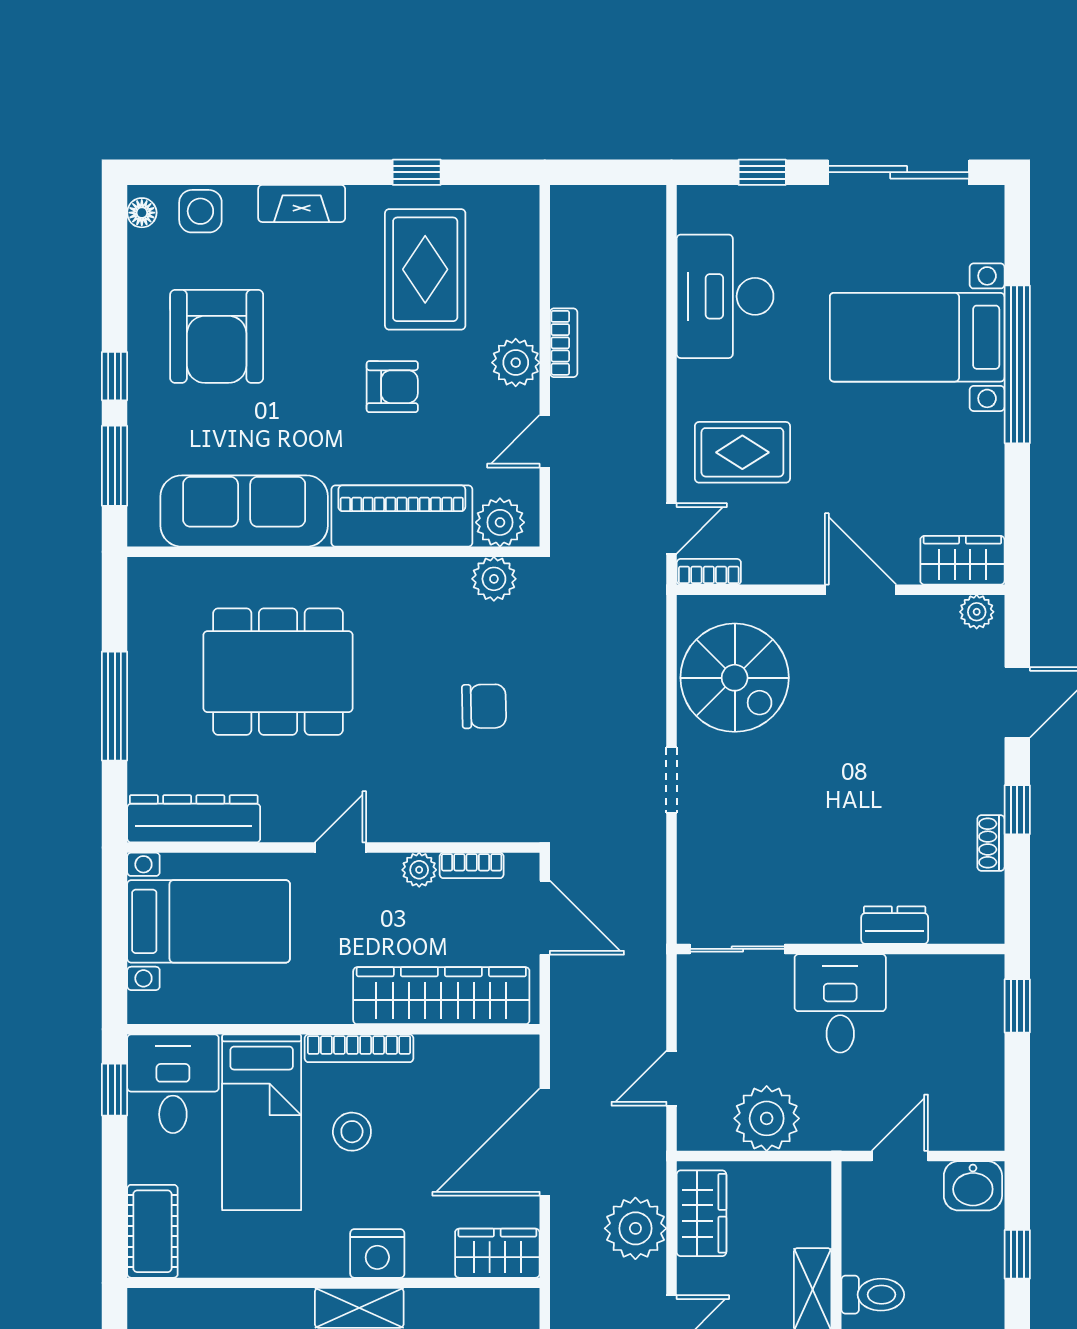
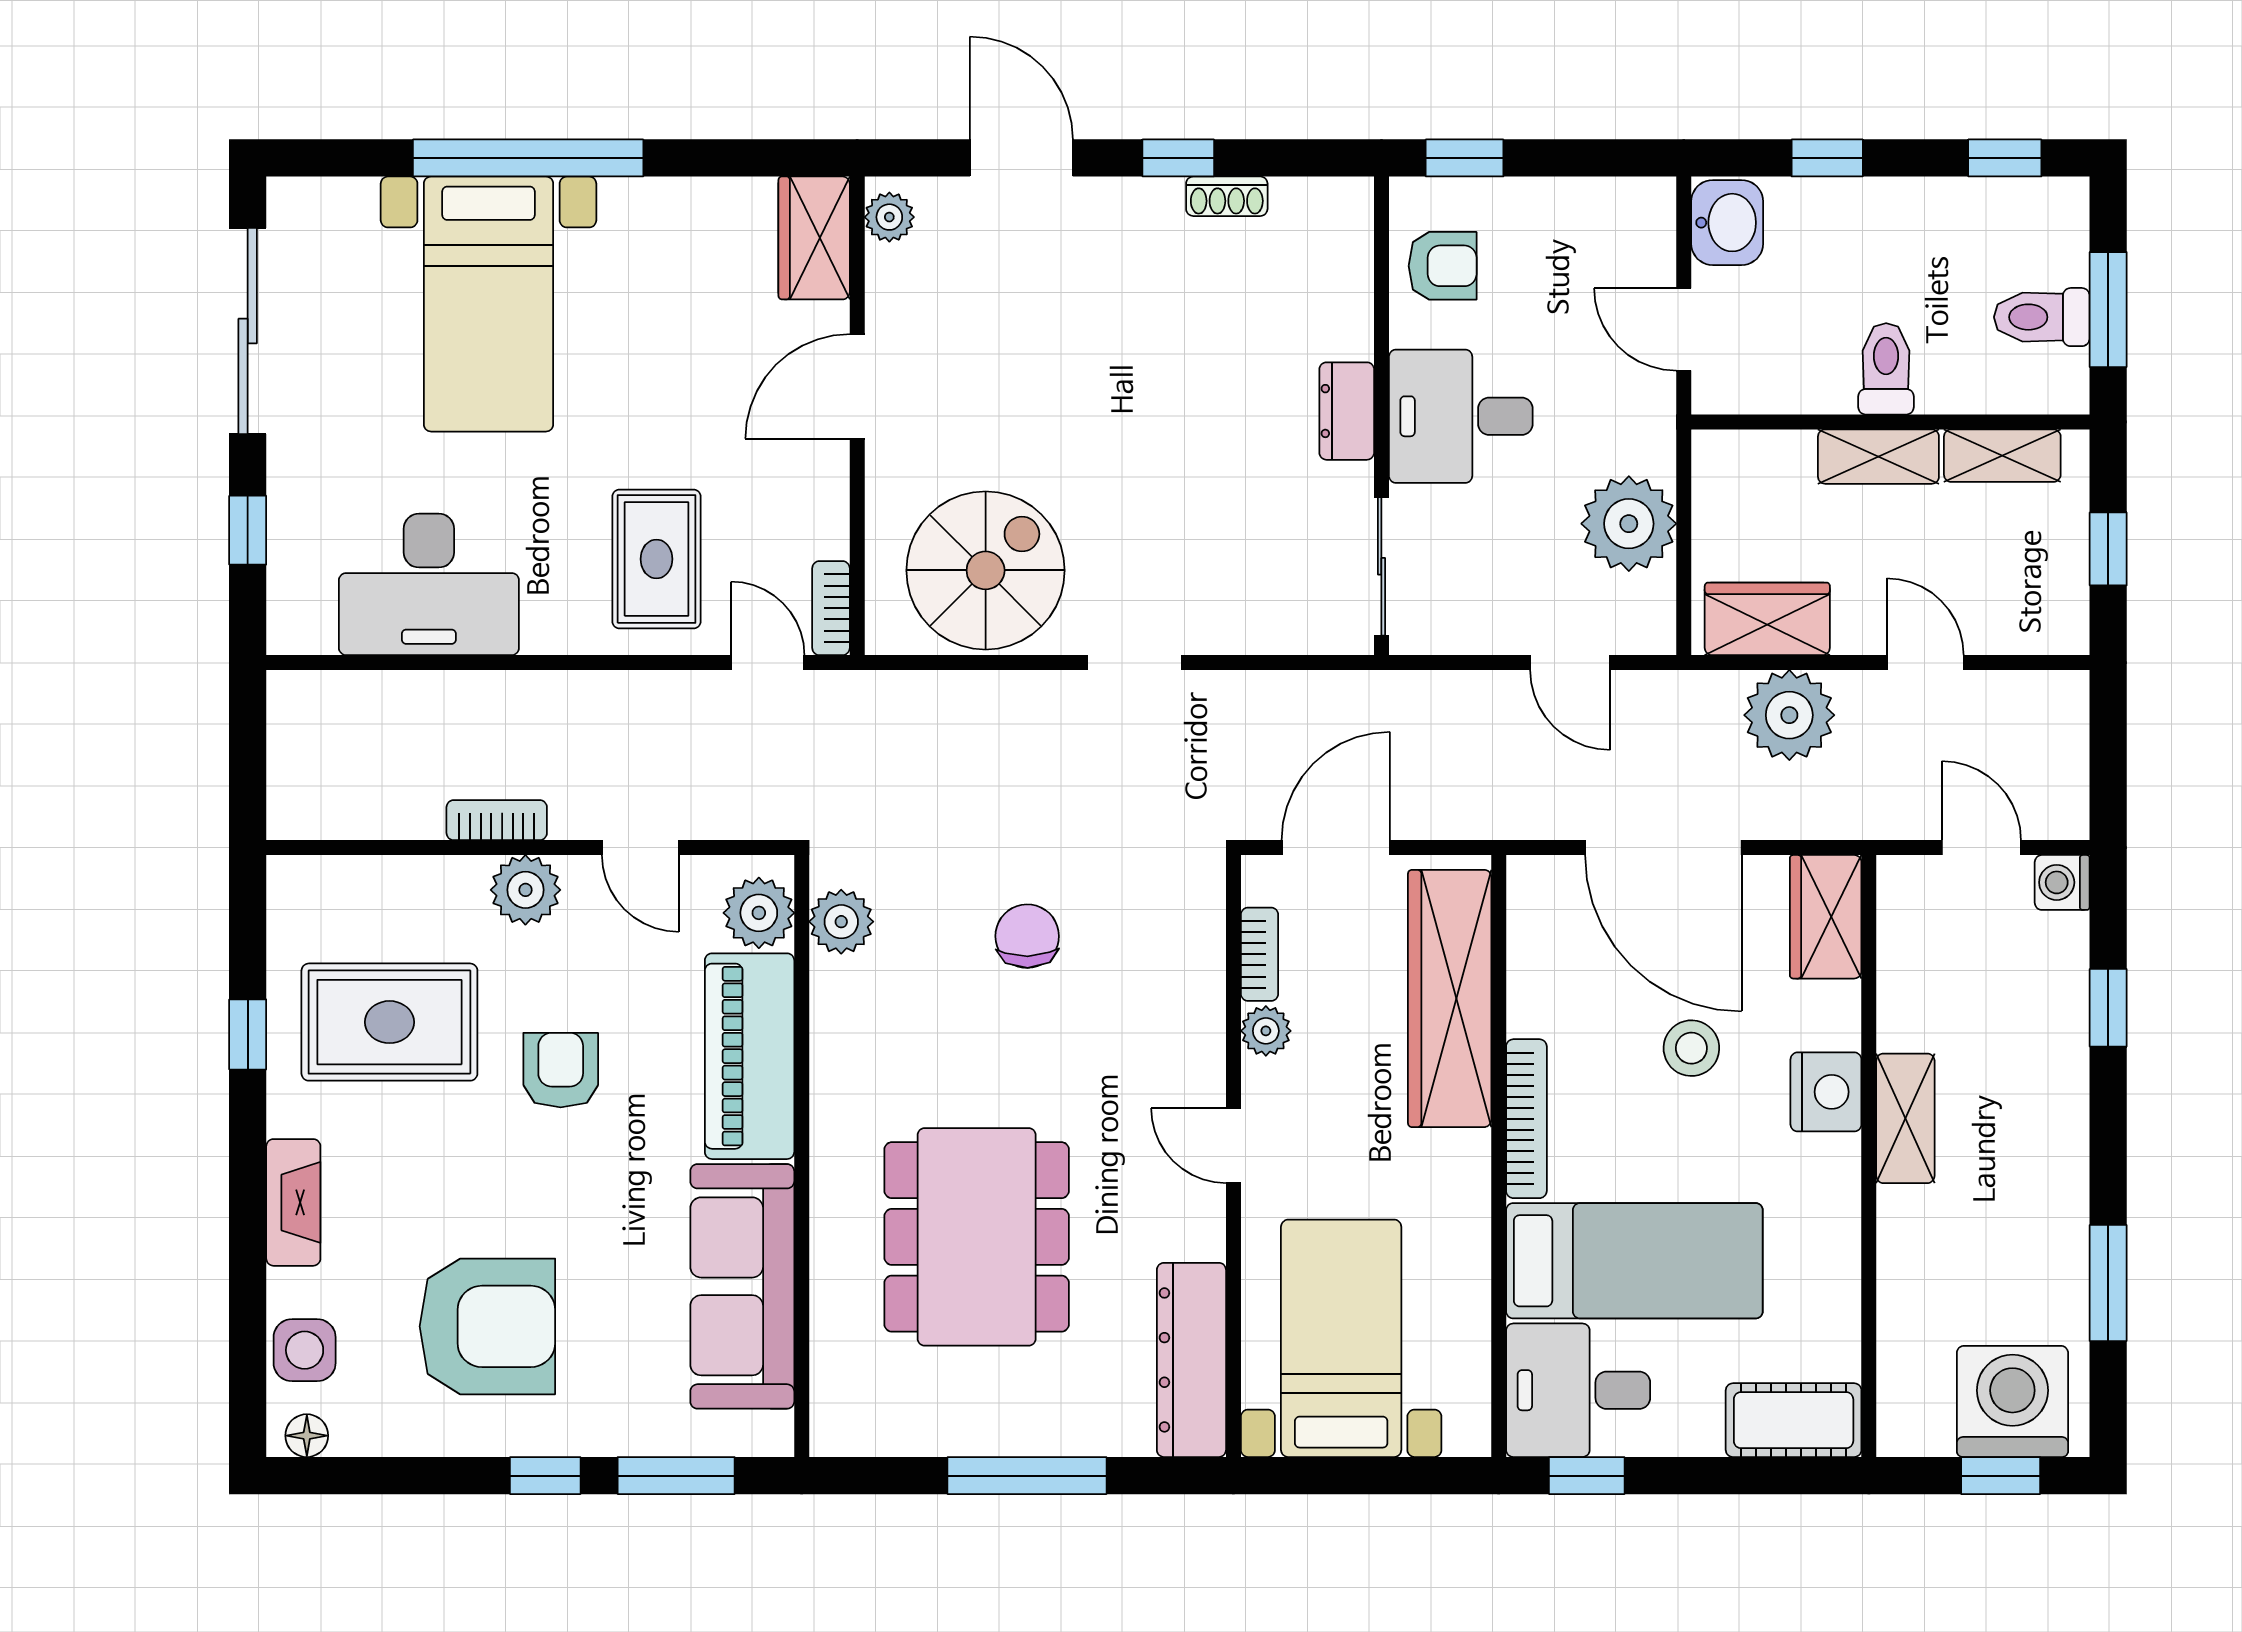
dresser: (895, 925) -> (1347, 411), moved
armchair: (943, 991) -> (1443, 266), added
stool: (352, 1132) -> (1691, 1048), moved

